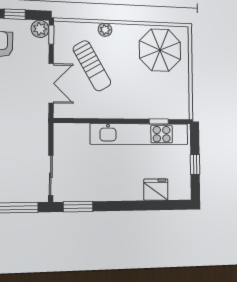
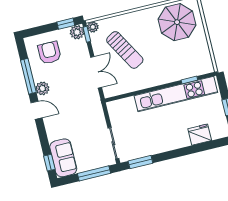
window: (15, 14) -> (66, 24), moved
plant: (105, 30) -> (93, 27), moved

